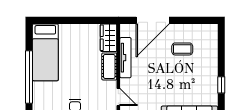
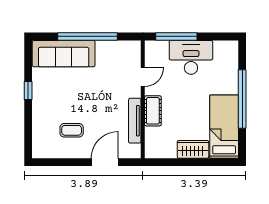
door: (153, 20) -> (105, 162), width x0.73
wardrobe: (109, 38) -> (193, 149), moved, turned -90
door: (118, 97) -> (143, 77), swing flipped

